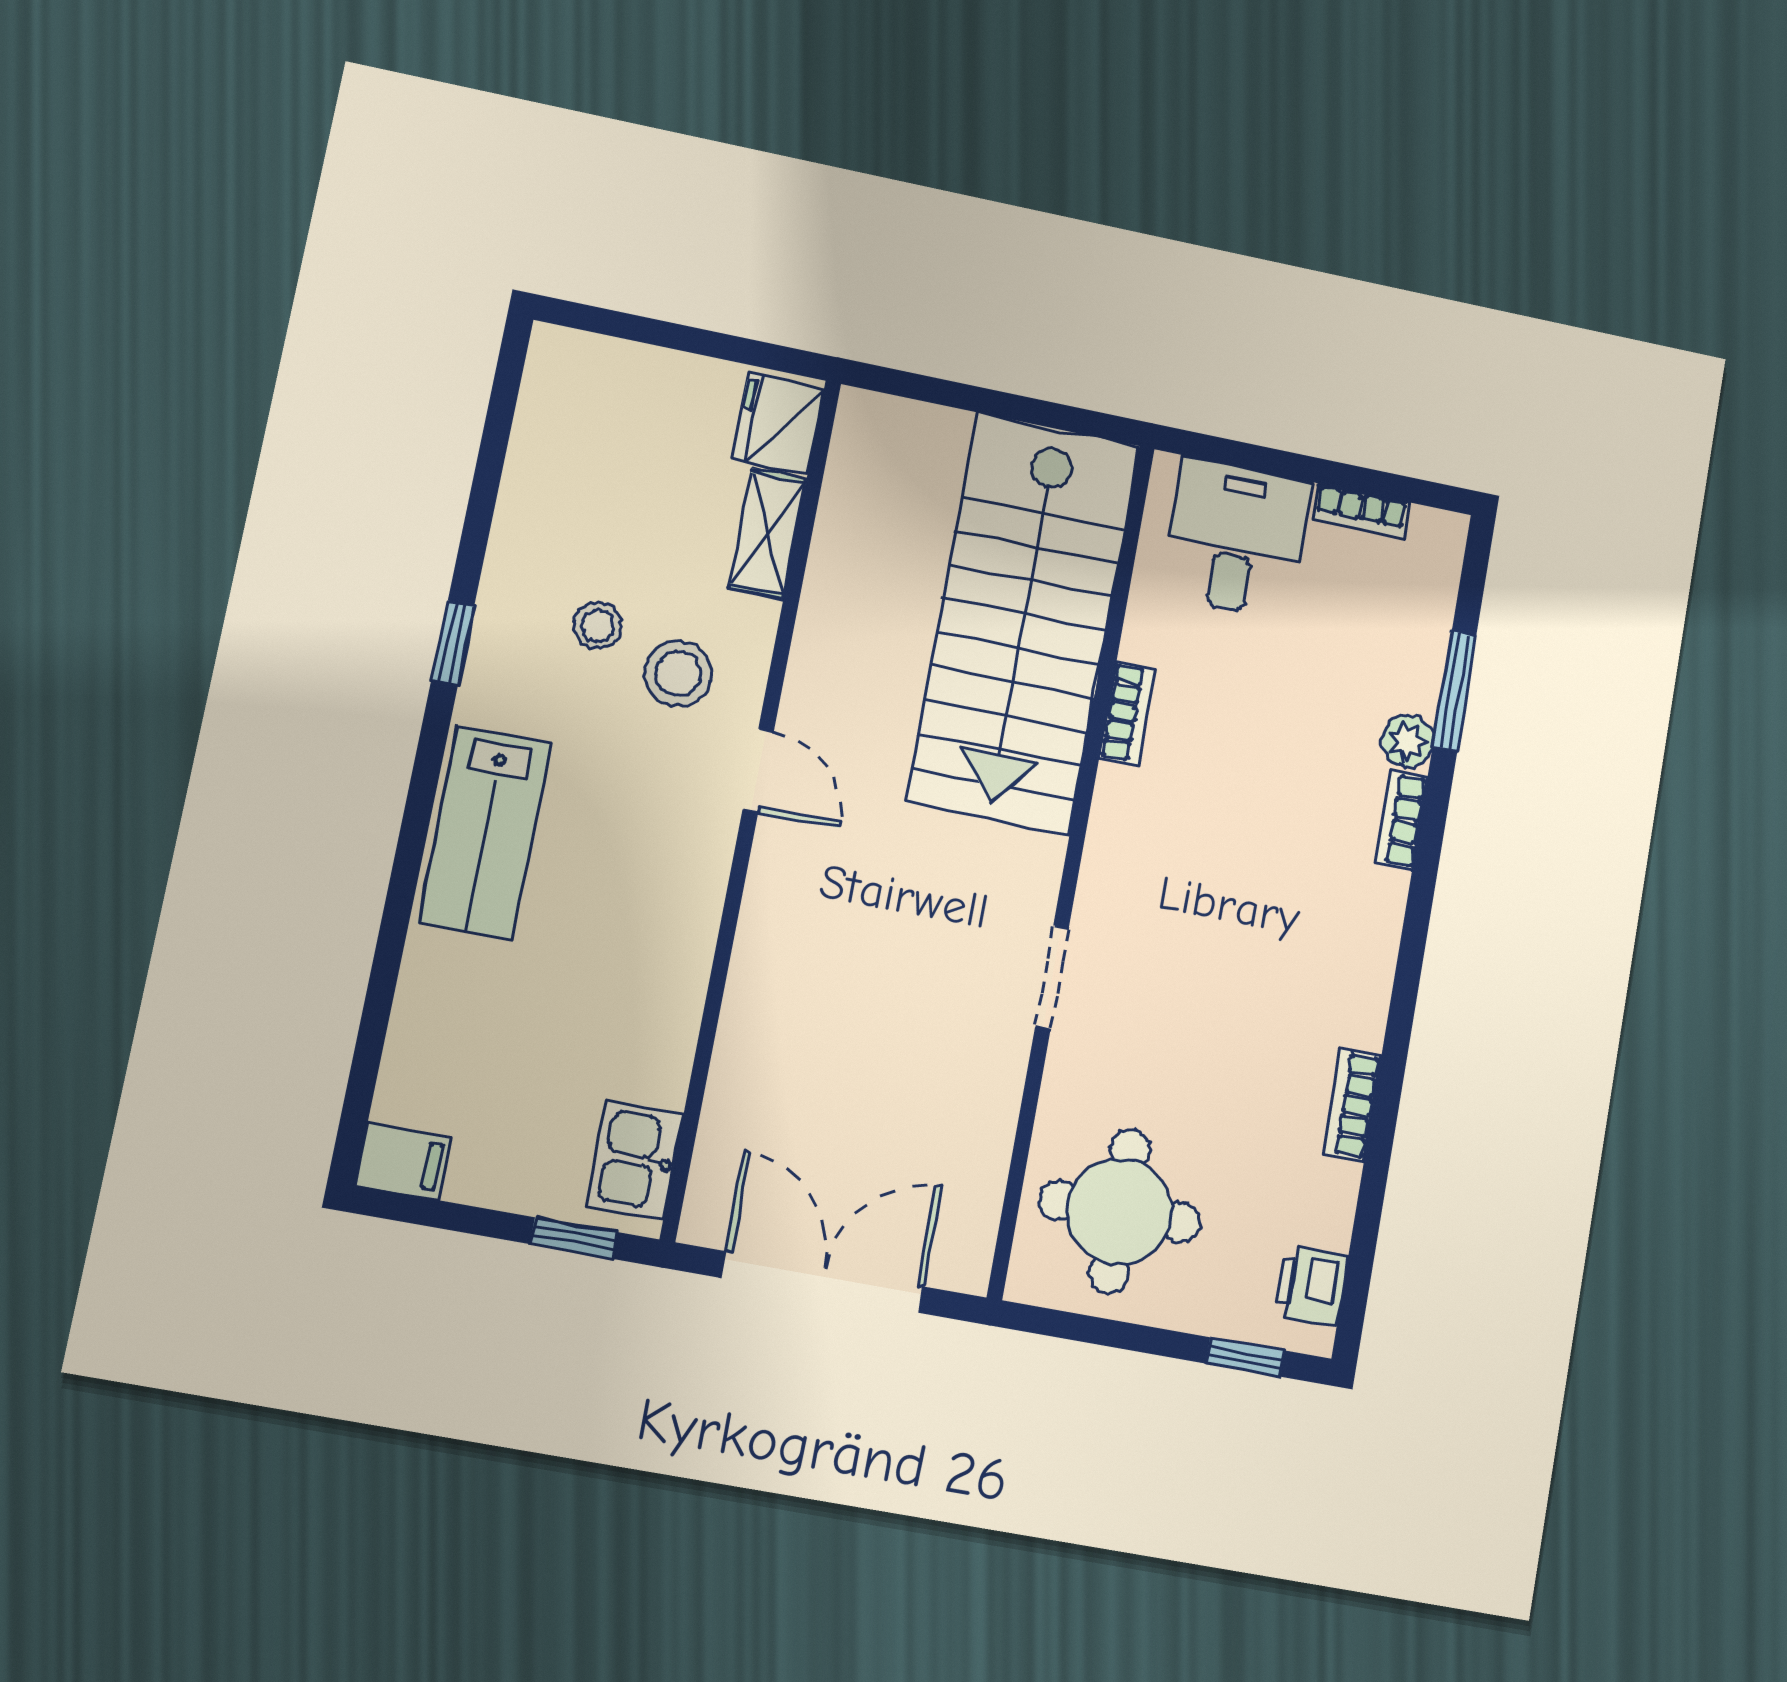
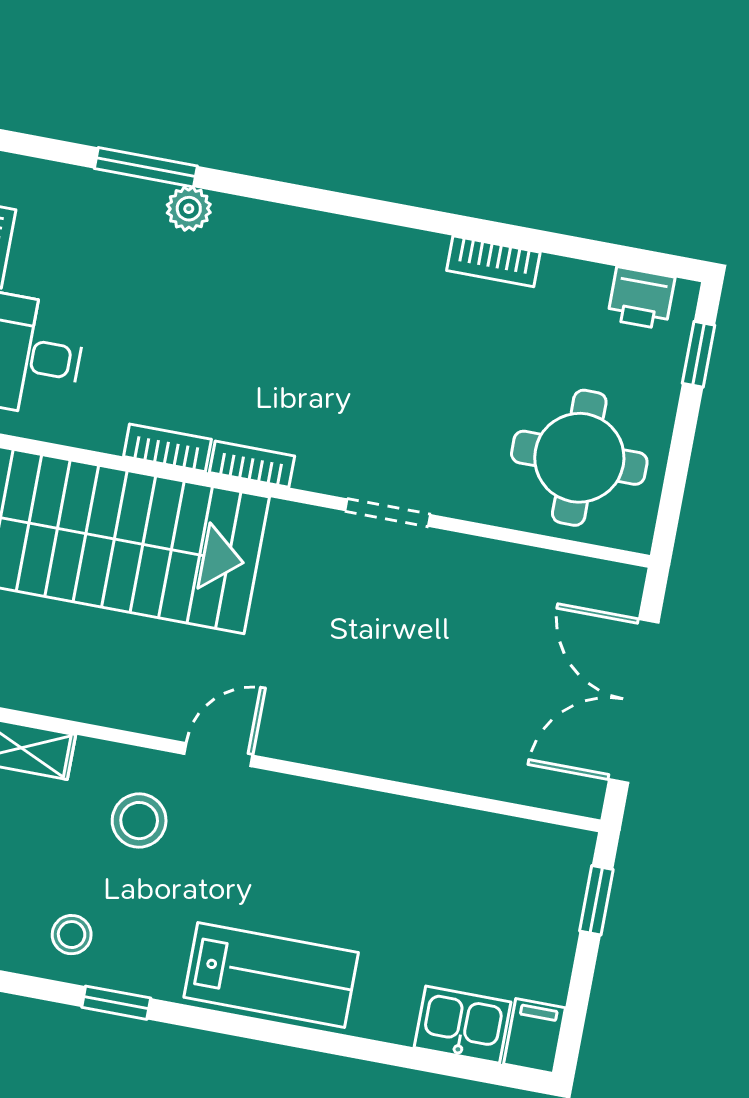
stool: (597, 626) -> (72, 935), moved
bookcase: (1402, 820) -> (252, 464), moved, turned 180
kitchen sink: (635, 1160) -> (463, 1025), moved, turned 180

